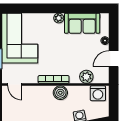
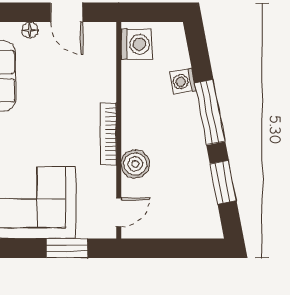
plant: (86, 77) -> (103, 68), removed
boiler: (60, 93) -> (135, 164), moved

